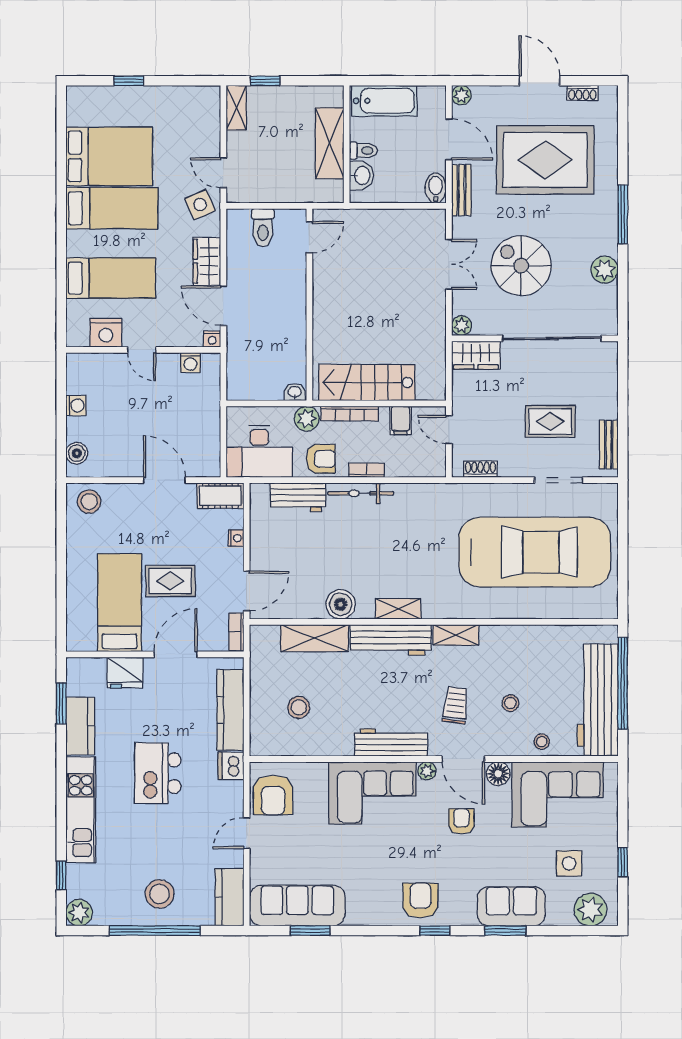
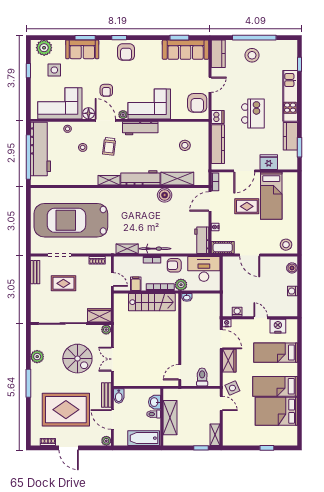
workbench: (298, 497) -> (202, 240), moved, turned -90
shelving: (398, 609) -> (127, 249), moved
armchair: (273, 795) -> (197, 103), turned 180
plant: (79, 913) -> (291, 46), removed

